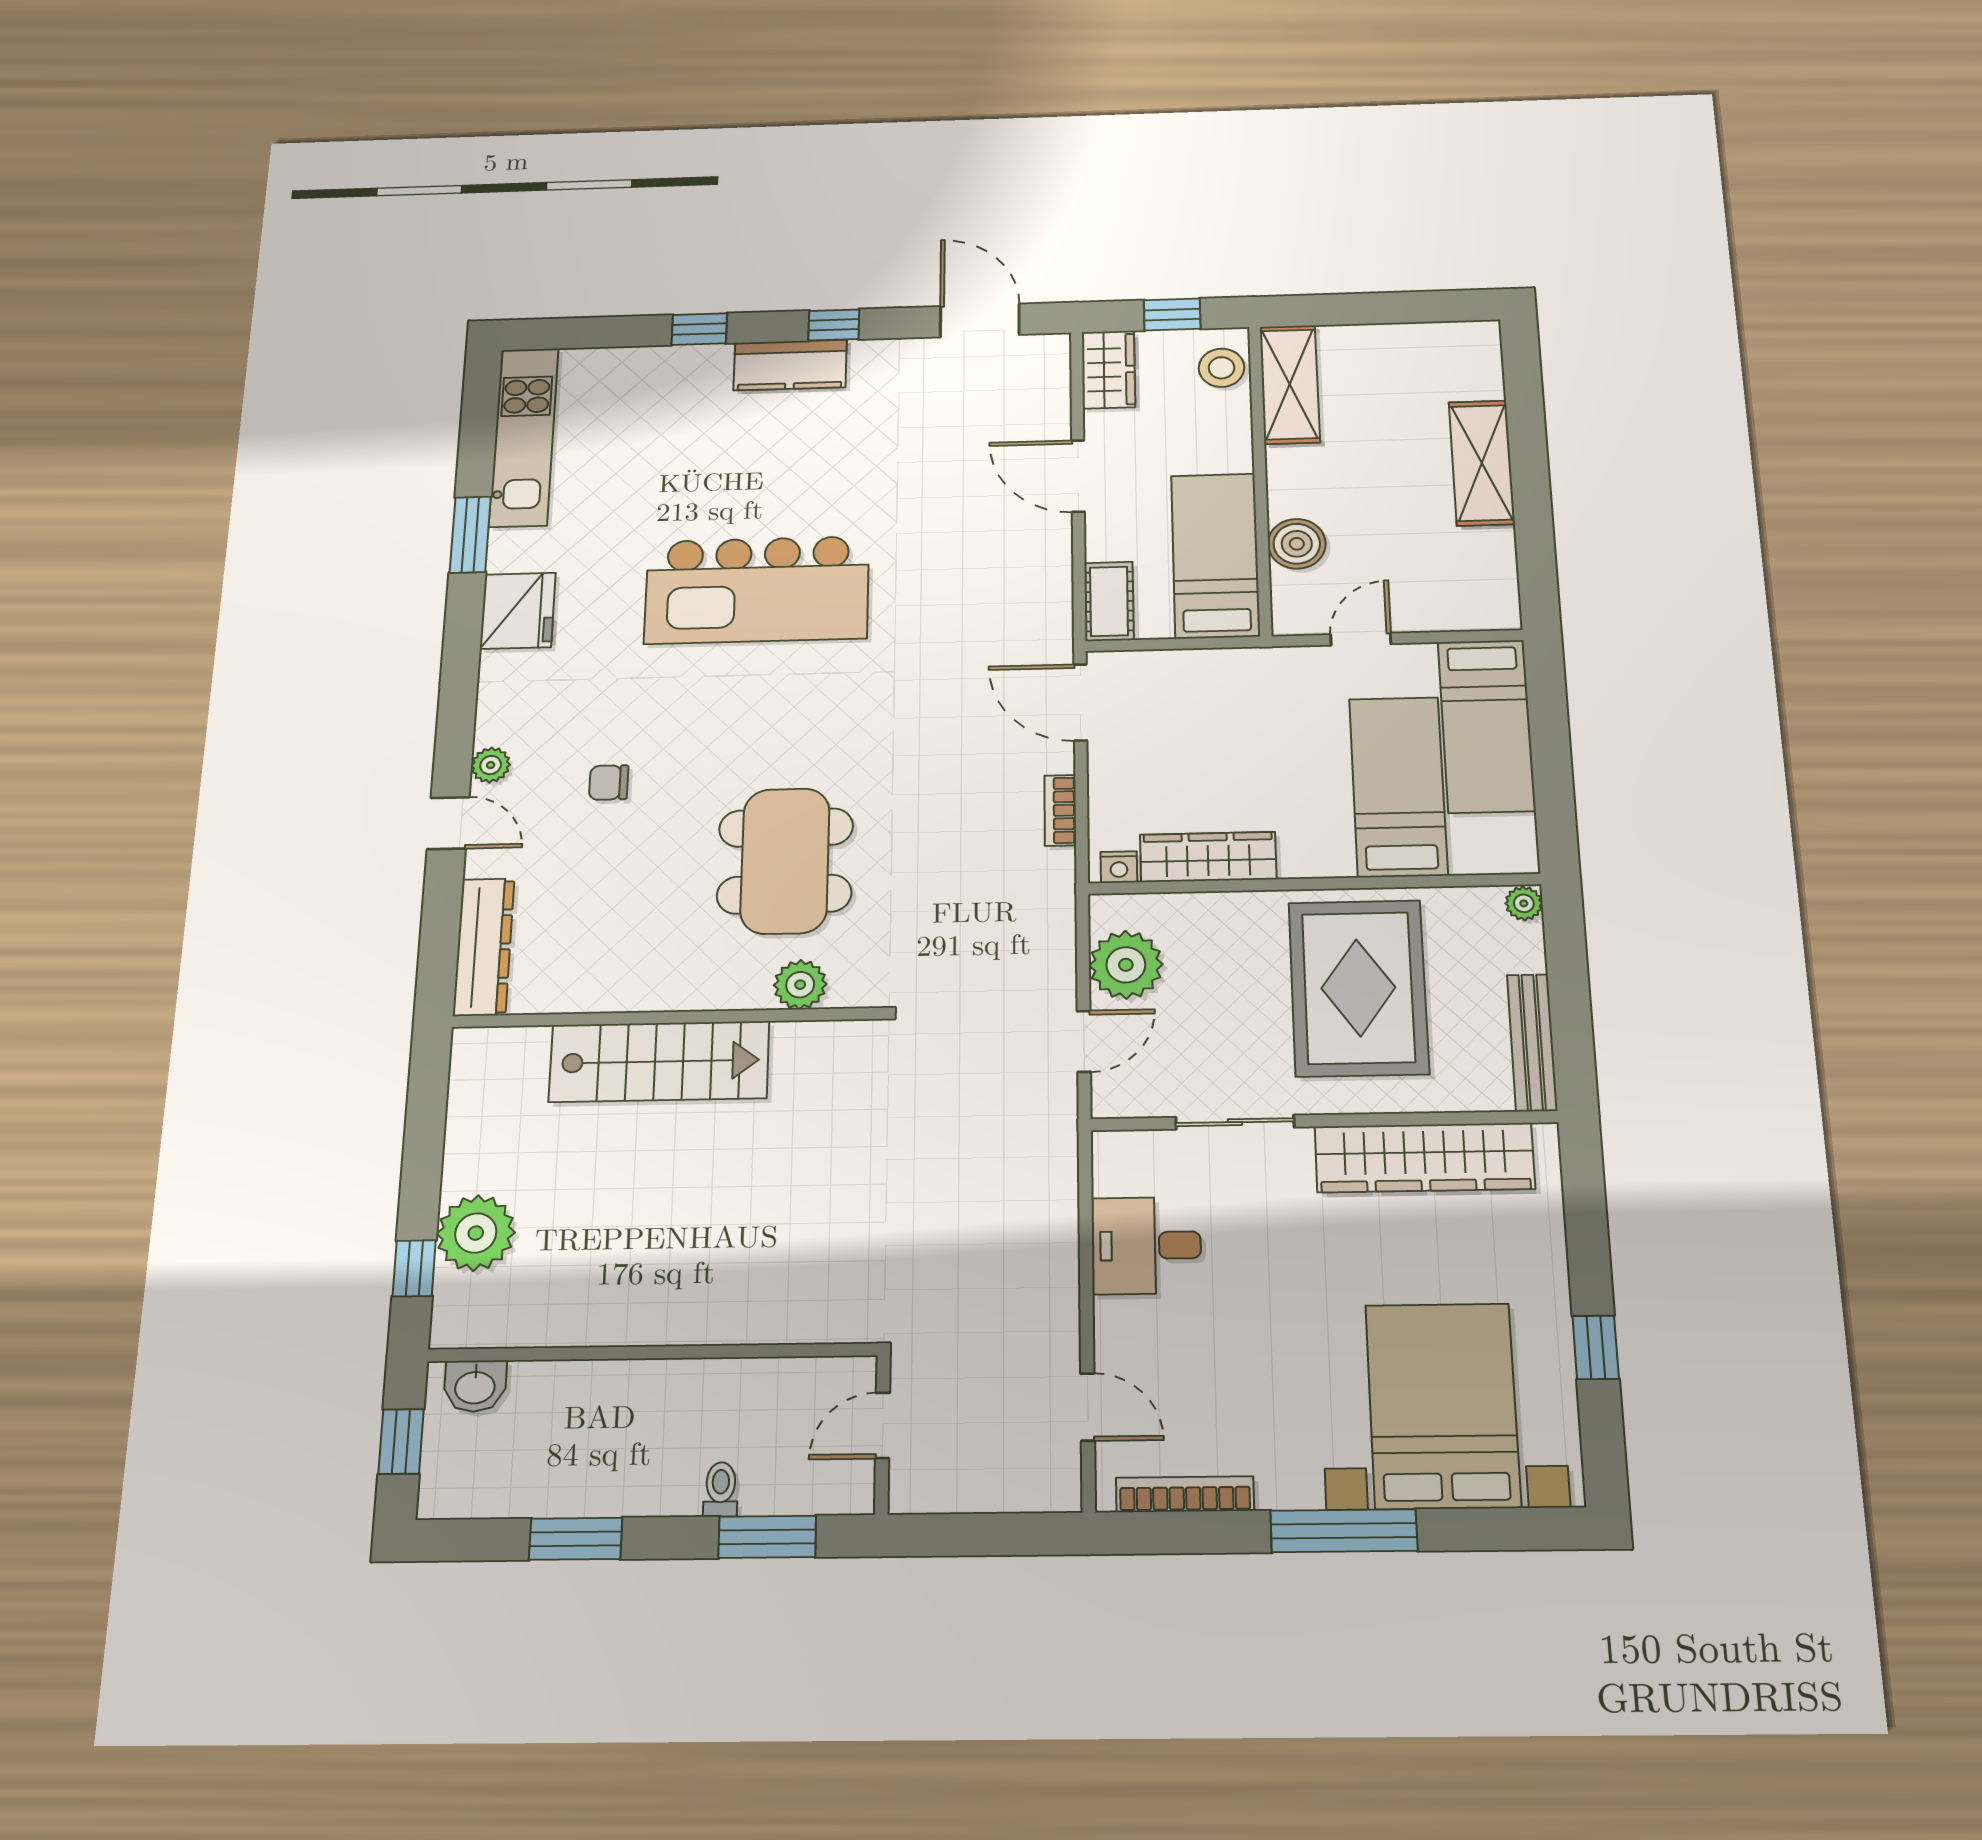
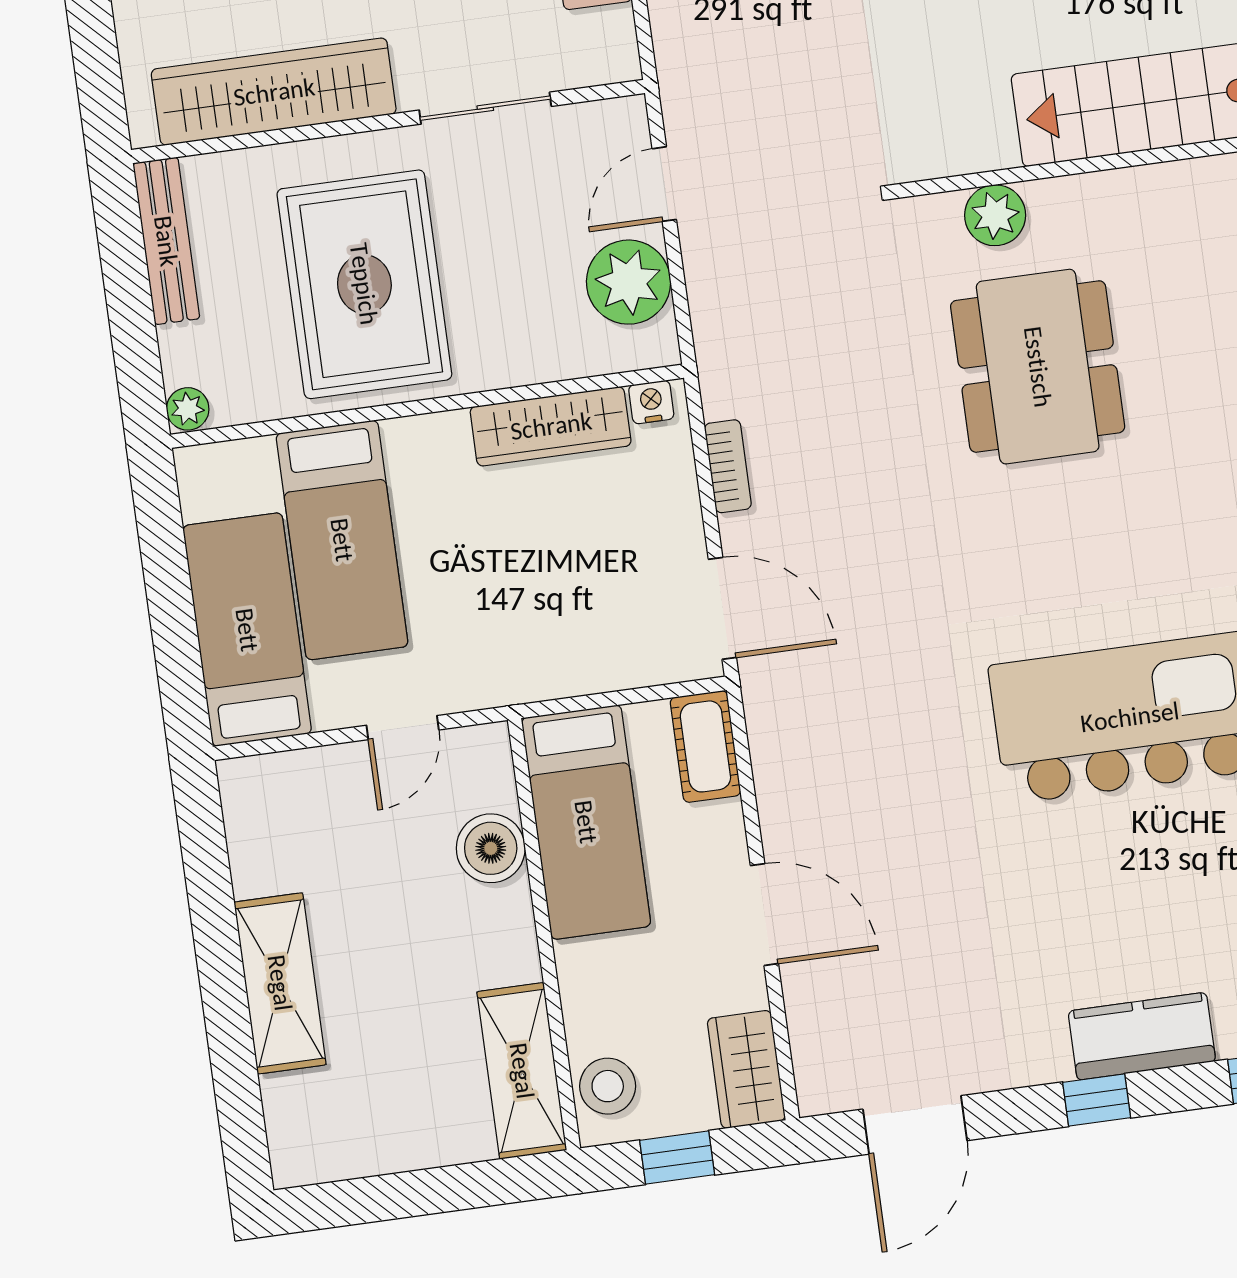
door: (980, 320) -> (915, 1125), hinge flipped

